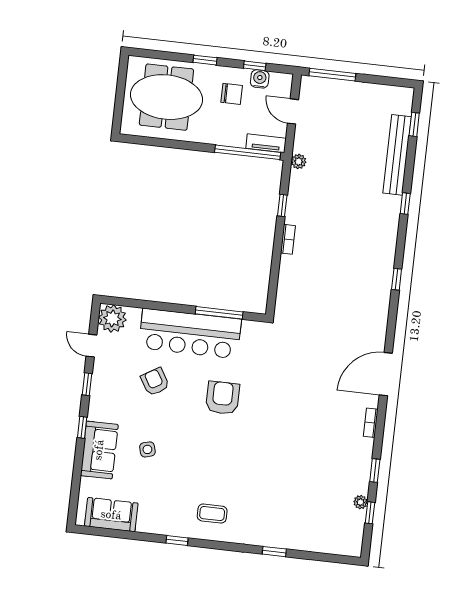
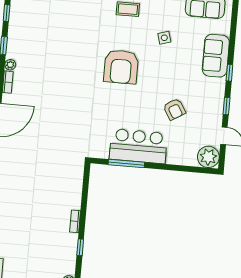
bar counter: (190, 334) -> (138, 146), width x0.73
armchair: (223, 398) -> (121, 67), moved, width x1.36, depth x1.36
side table: (147, 449) -> (164, 38), moved
plant: (360, 502) -> (10, 65), moved

